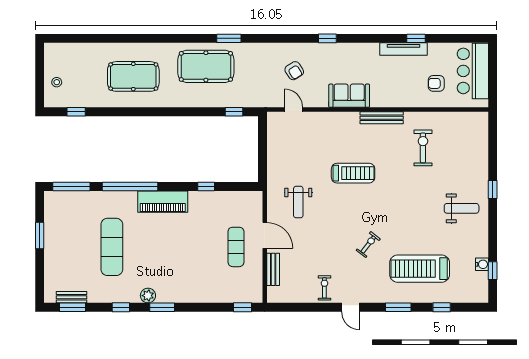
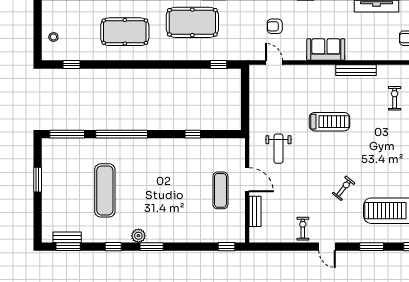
armchair: (294, 71) -> (275, 26), turned 123
exercise bike: (423, 148) -> (395, 98), width x0.73, depth x0.72
piano: (163, 202) -> (152, 148), removed

